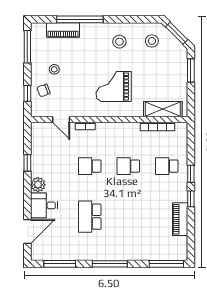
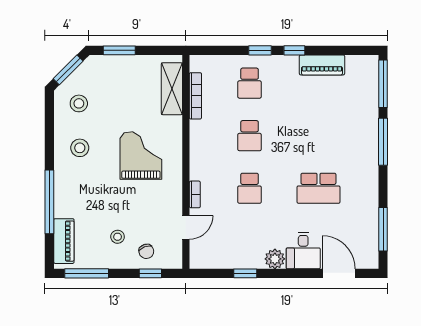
piano: (63, 30) -> (64, 241), moved
grand piano: (114, 86) -> (141, 156), turned 180
window: (110, 264) -> (383, 142), moved

